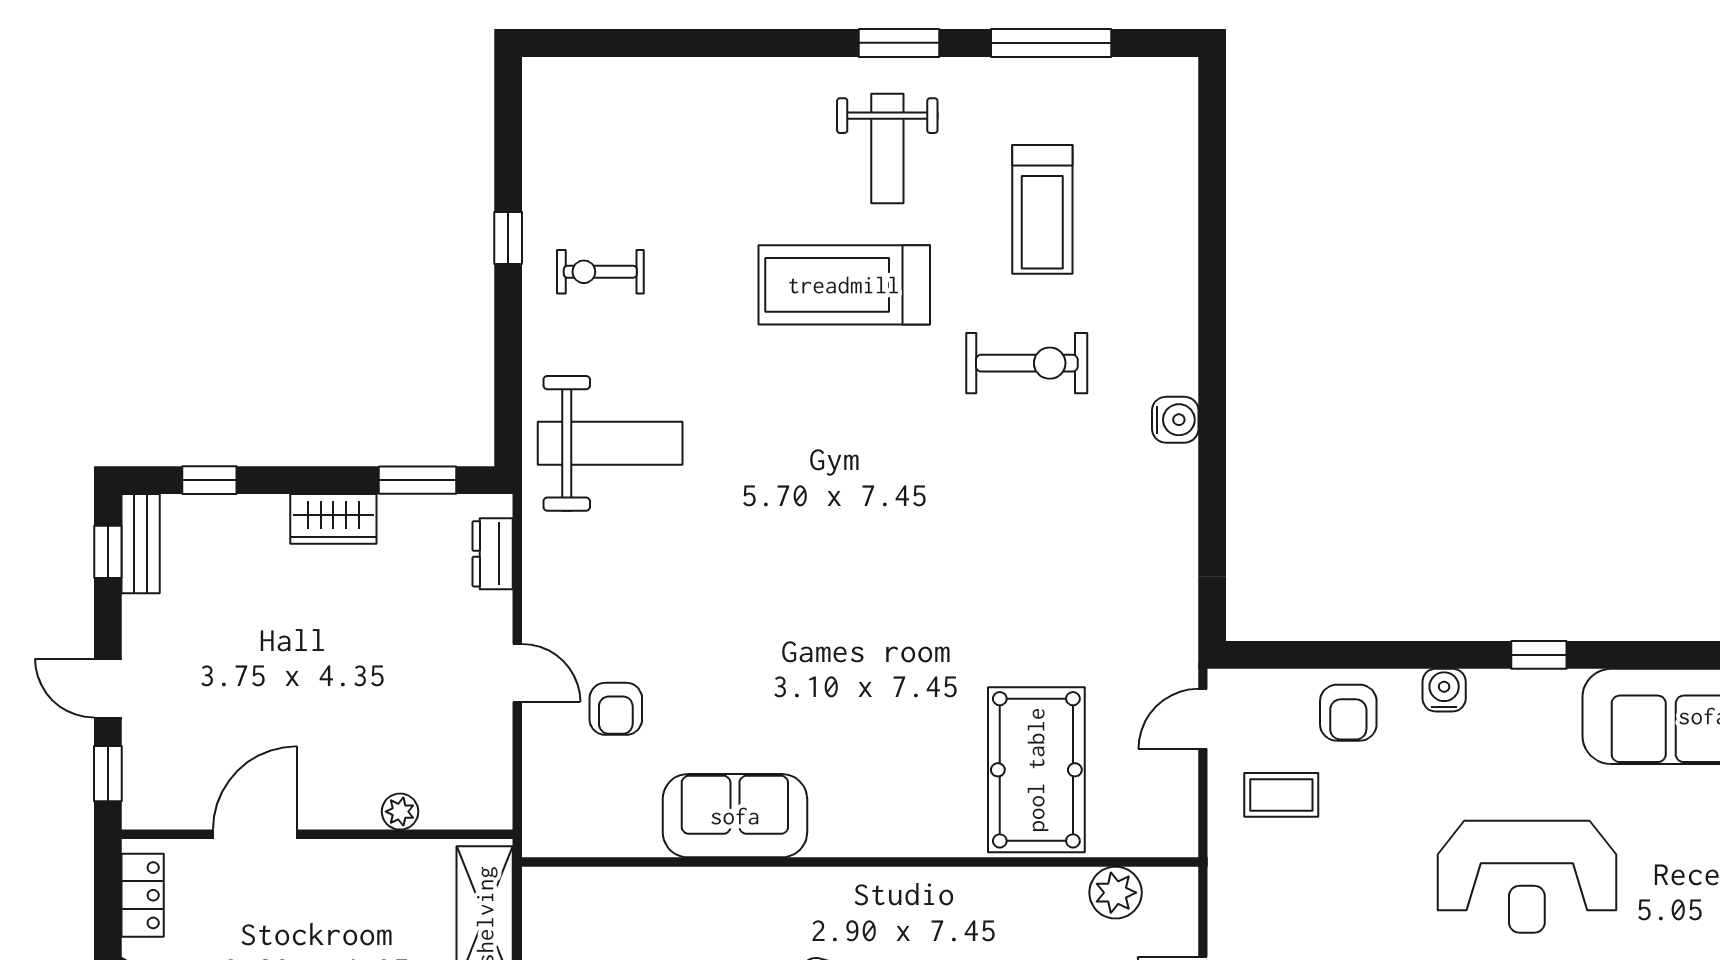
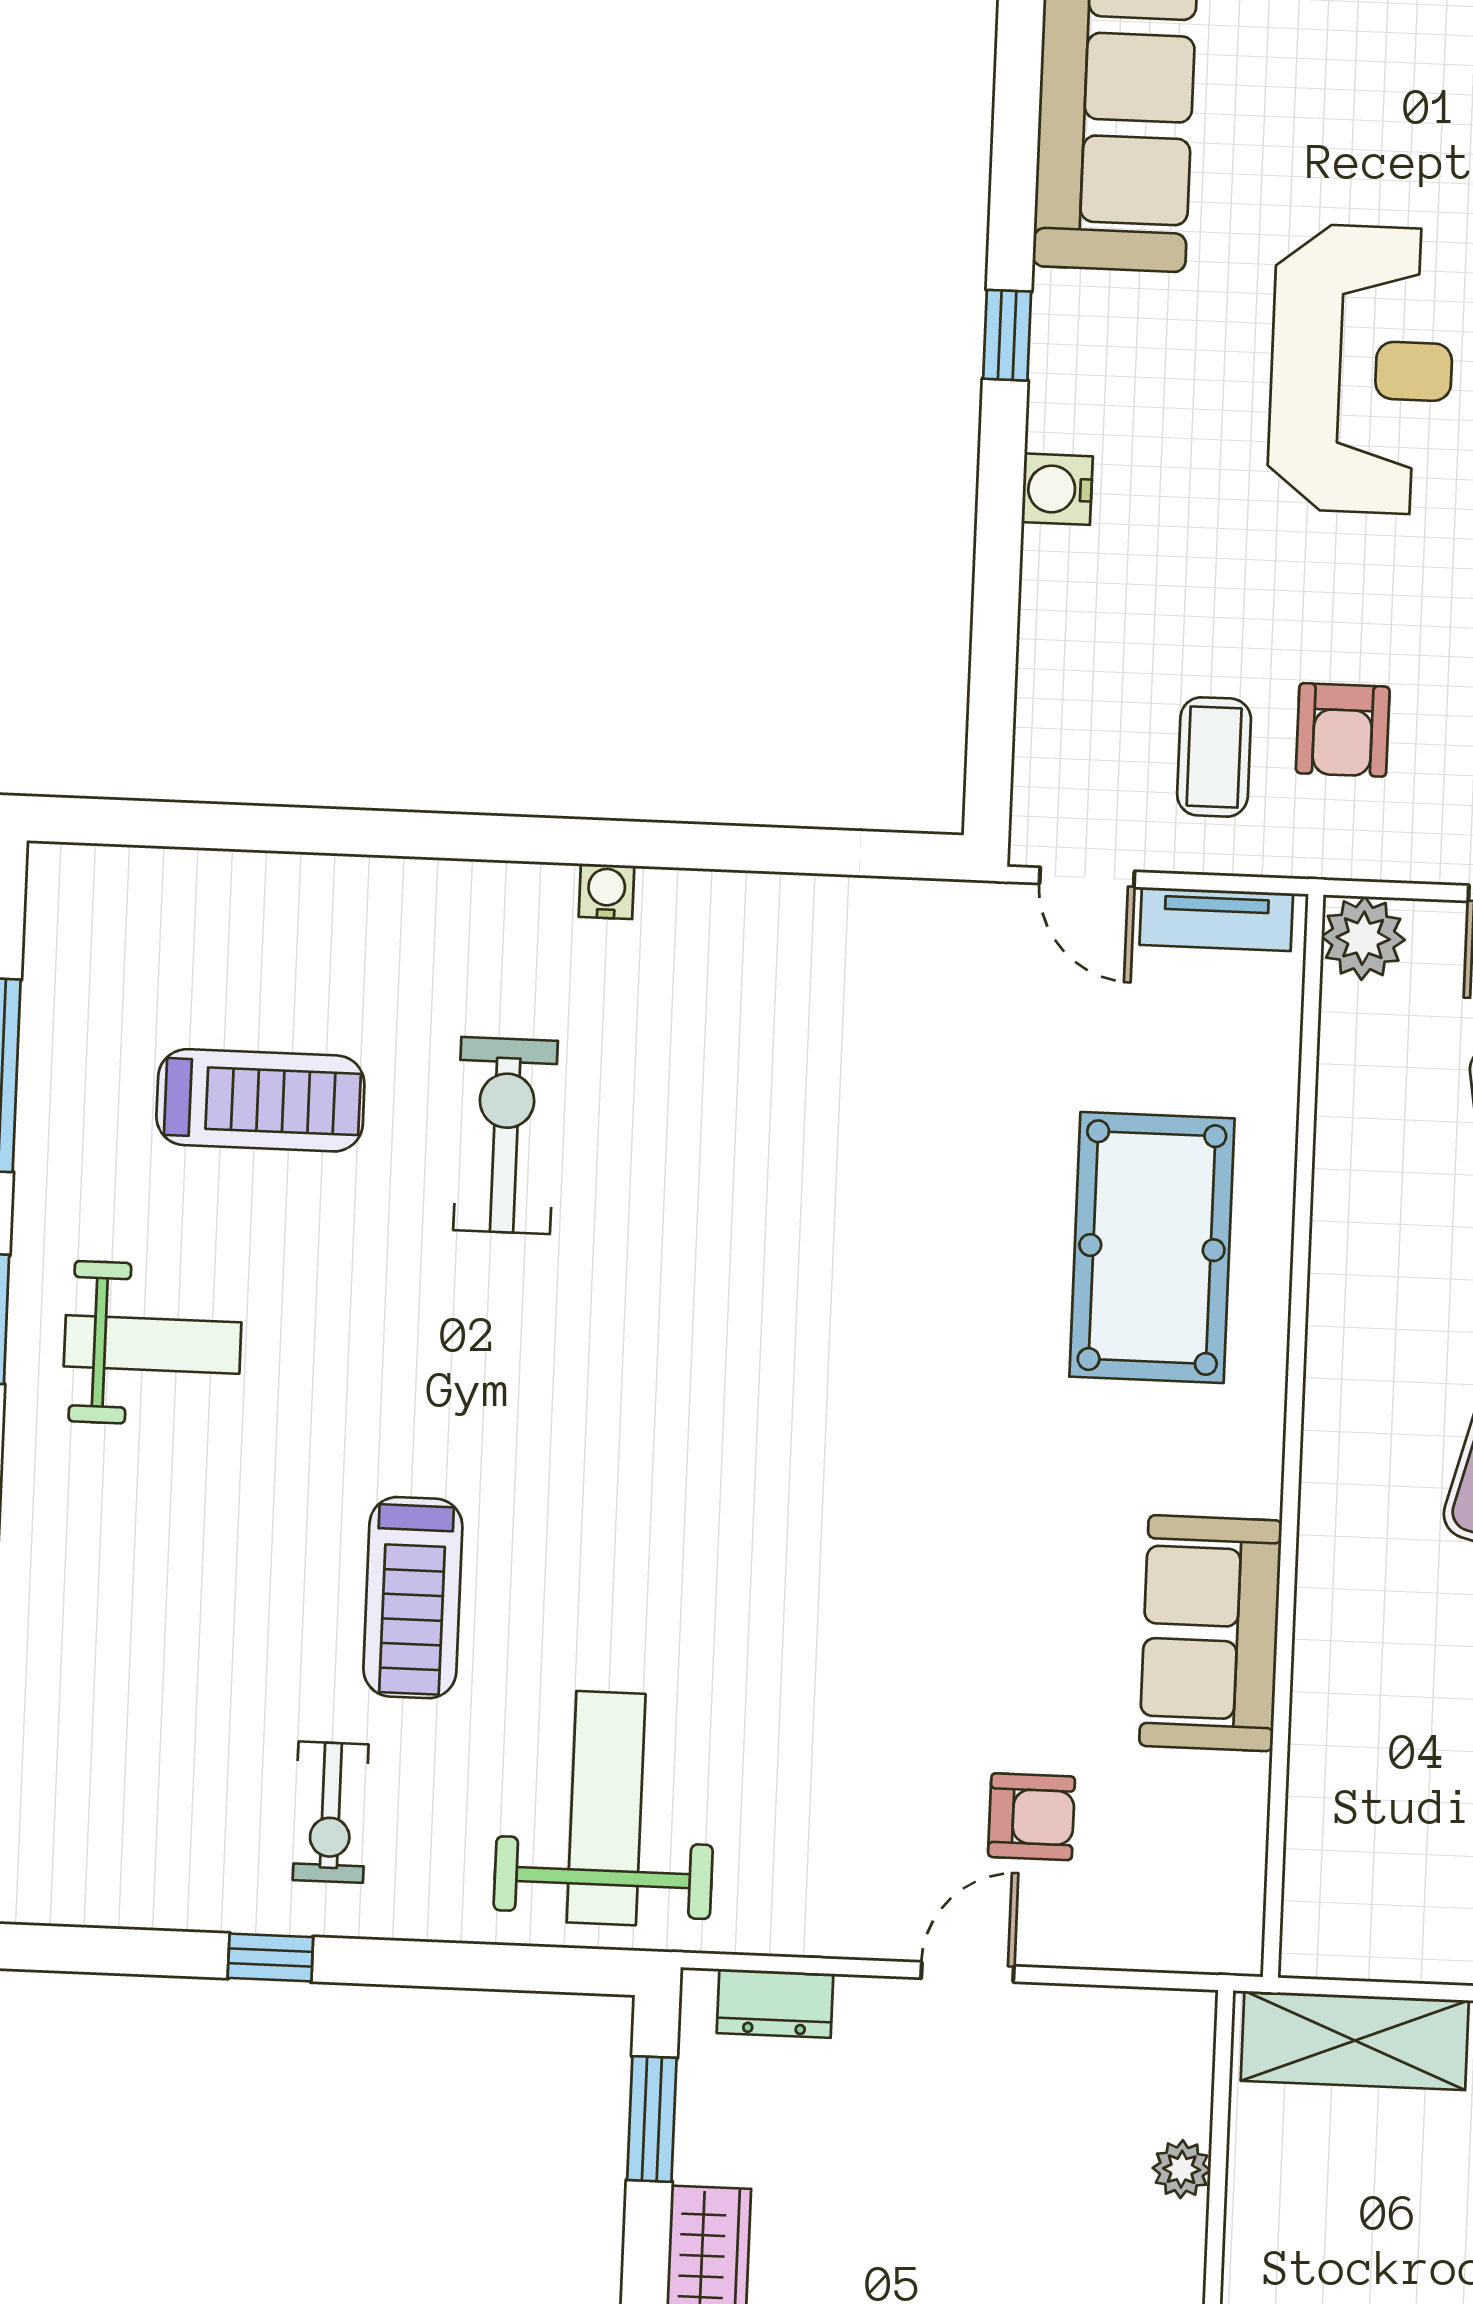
treadmill: (844, 285) -> (413, 1598), moved, width x0.73, depth x0.73
water cooler: (1175, 420) -> (607, 891), width x0.72, depth x0.72
armchair: (1348, 713) -> (1343, 730), moved, turned 90
pool table: (1036, 770) -> (1152, 1248), moved, turned 90
tv unit: (1180, 801) -> (1216, 919), added
plant: (1116, 893) -> (1363, 938), moved

